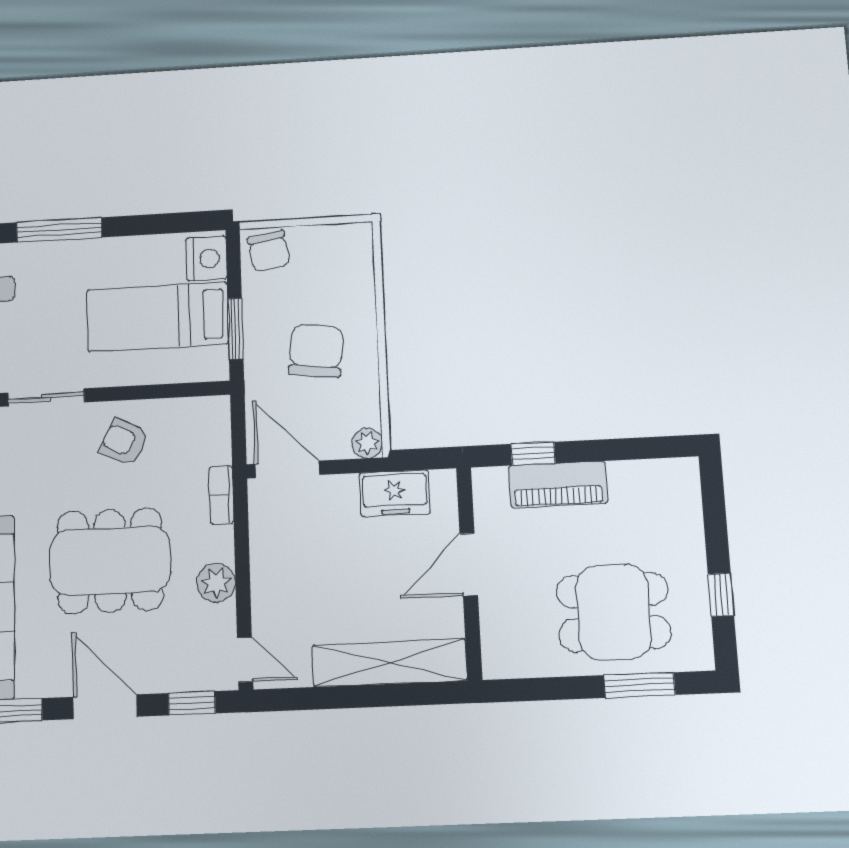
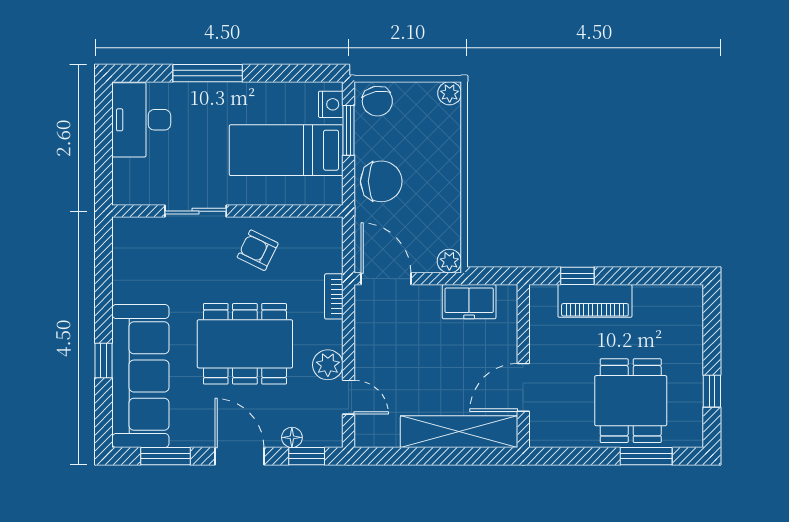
plant: (358, 236) -> (450, 93), added
nightstand: (206, 259) -> (331, 104), width x0.74, depth x0.75
window: (235, 329) -> (349, 130), moved
chair: (316, 351) -> (381, 181), moved, turned 83
door: (469, 565) -> (523, 387), moved
dining table: (614, 612) -> (631, 401), turned 90
door: (245, 660) -> (349, 397), moved
floor lamp: (172, 679) -> (292, 437), added

